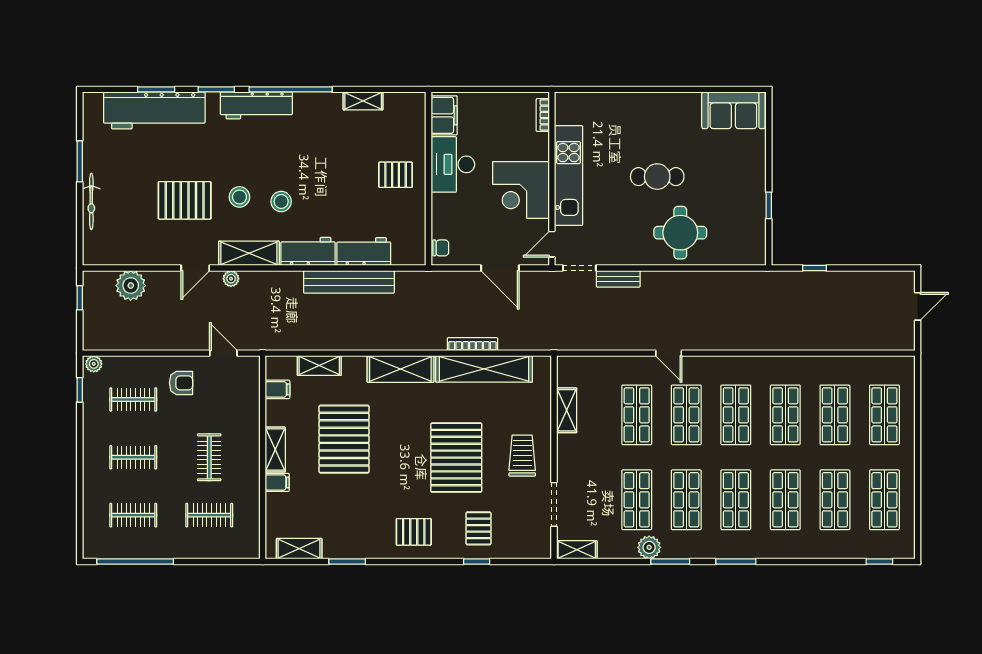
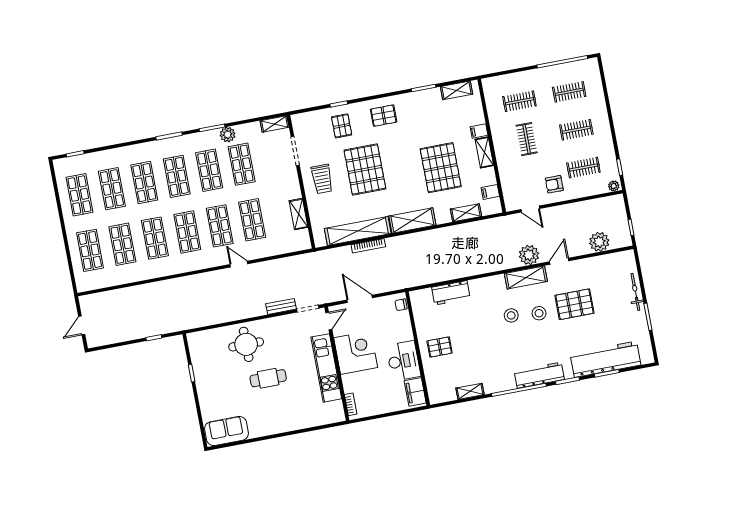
workbench: (308, 251) -> (487, 286), removed
plant: (231, 279) -> (529, 255), width x1.88, depth x1.88
bench: (349, 282) -> (457, 271), removed

